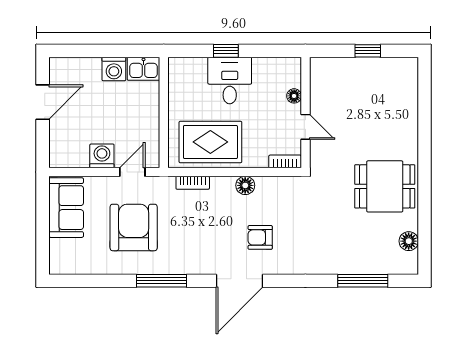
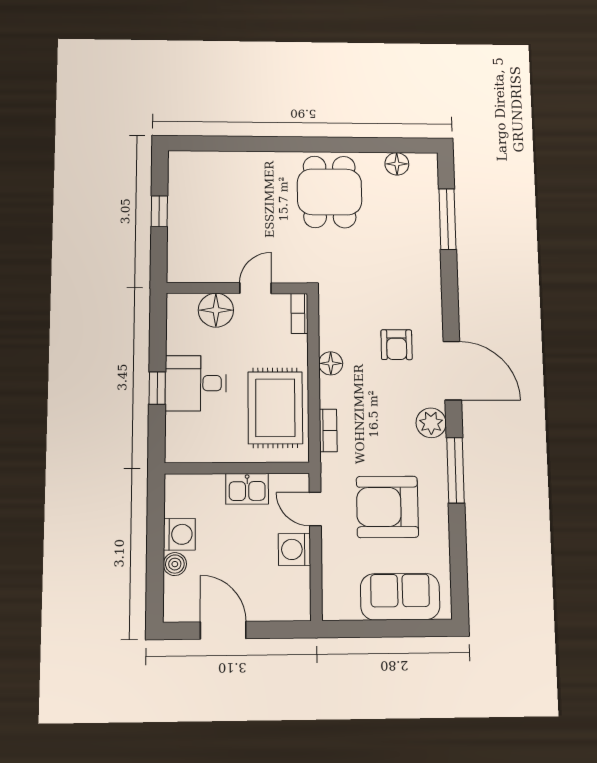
boiler: (92, 66) -> (175, 564), added
kitchen sink: (144, 69) -> (247, 489), moved, turned 90
floor lamp: (294, 96) -> (216, 310), width x1.89, depth x1.89
sofa: (66, 208) -> (400, 597), moved
plant: (198, 263) -> (431, 423), added

